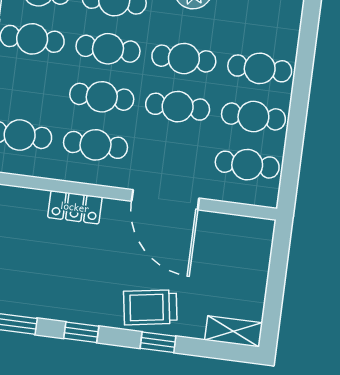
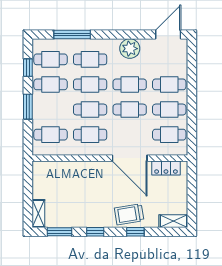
locker: (75, 207) -> (166, 168), moved

